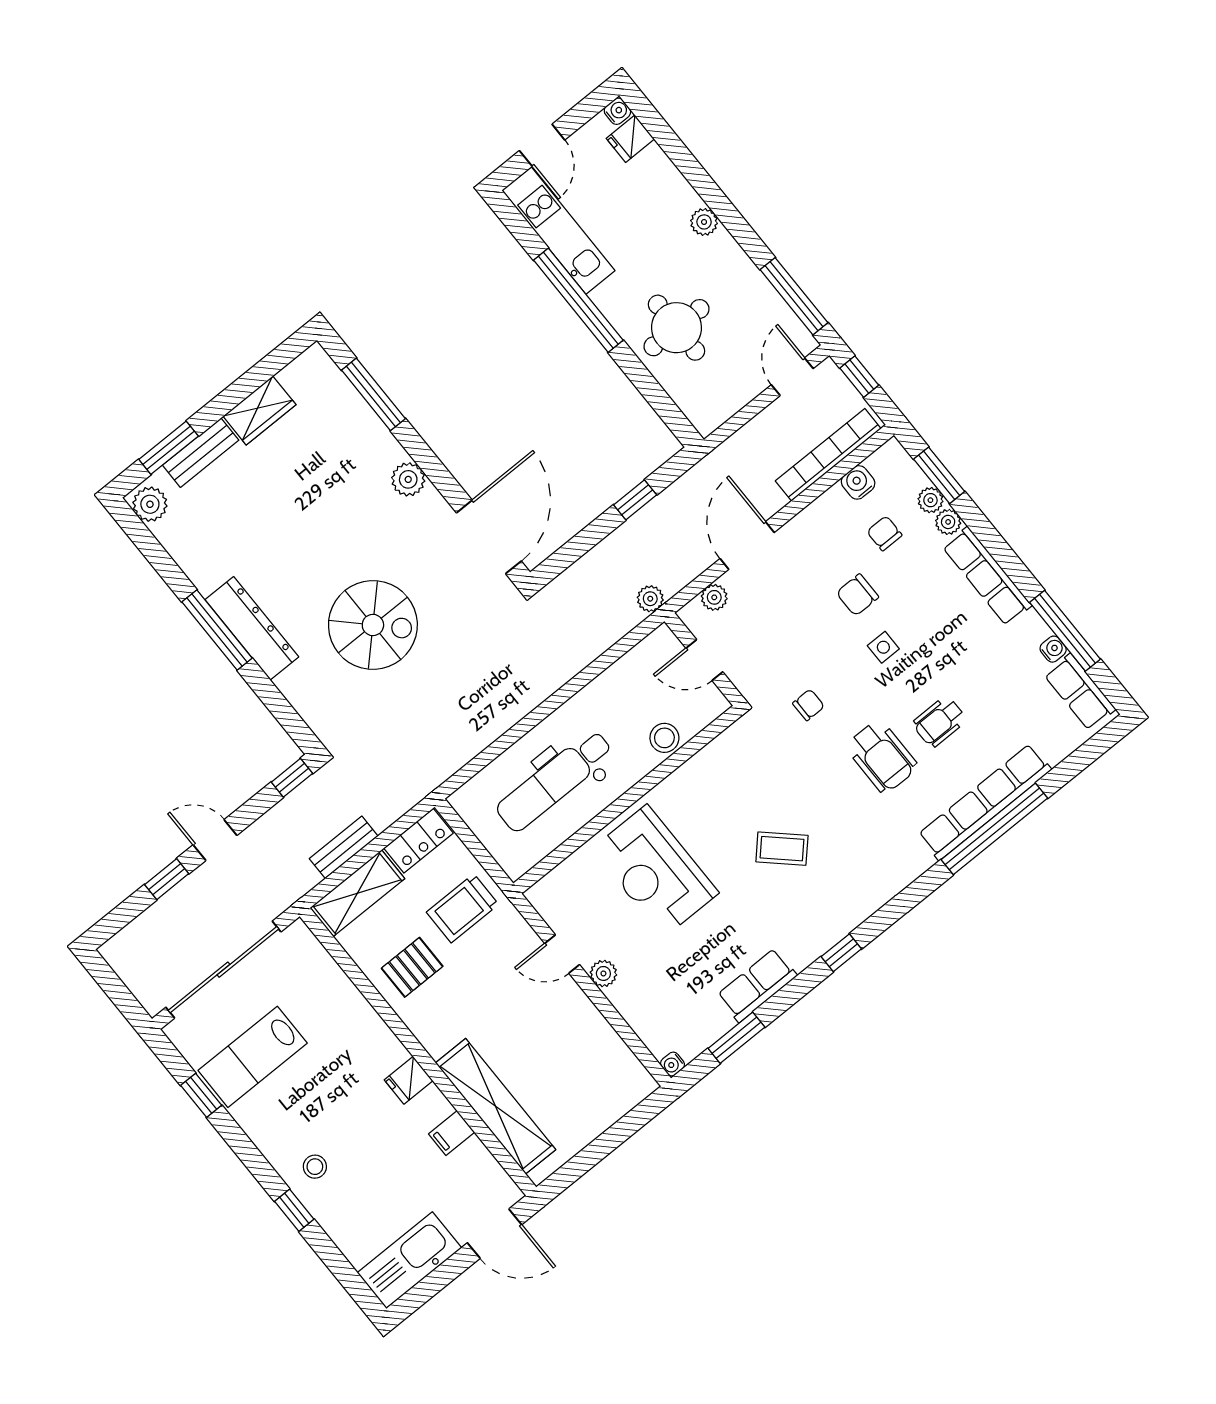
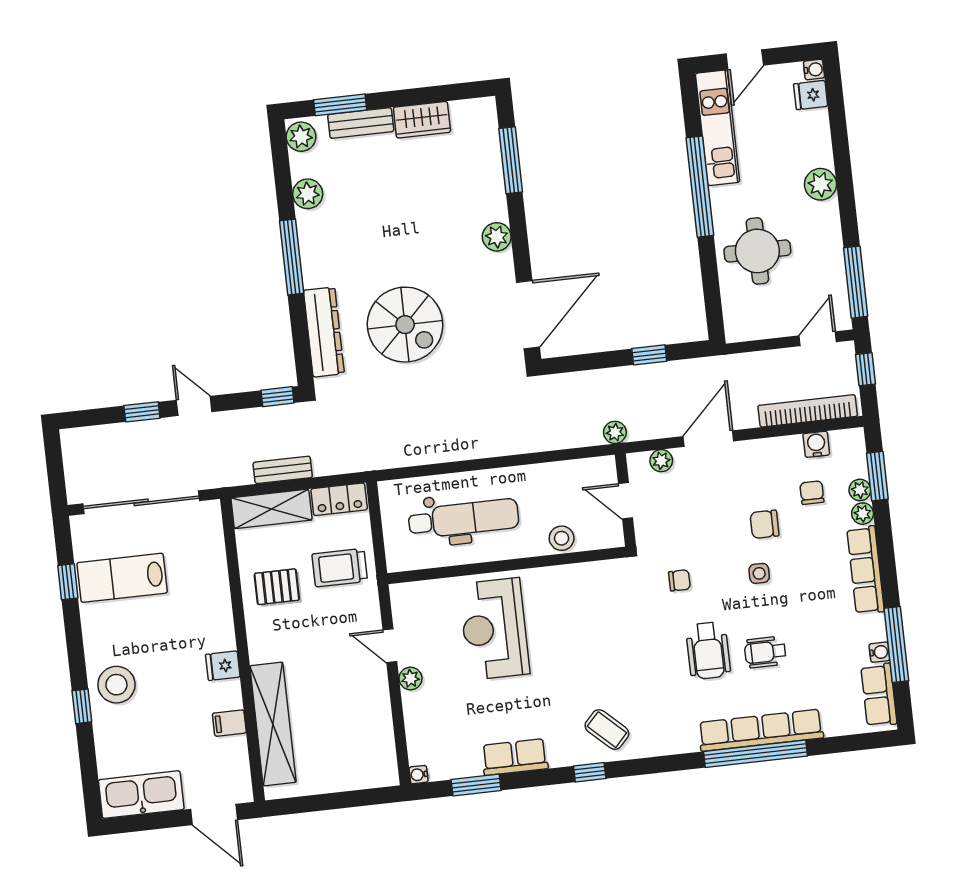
plant: (704, 222) -> (820, 184), width x1.38, depth x1.38
plant: (193, 557) -> (308, 194), added
dresser: (252, 628) -> (324, 332), moved
dental chair: (555, 781) -> (464, 519), turned 180
coffee table: (782, 849) -> (607, 730), moved
stool: (315, 1167) -> (116, 685), width x1.89, depth x1.89

